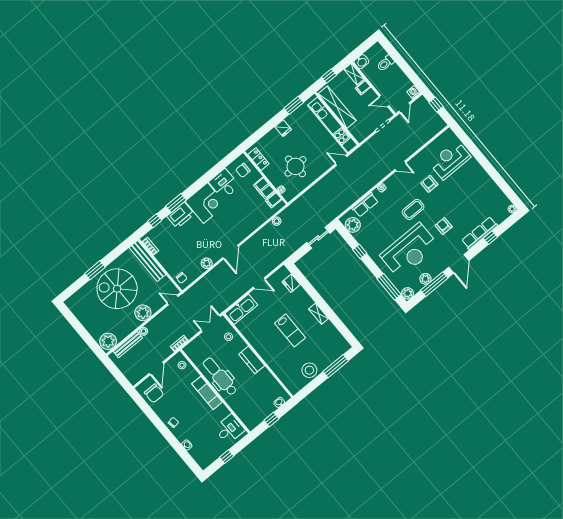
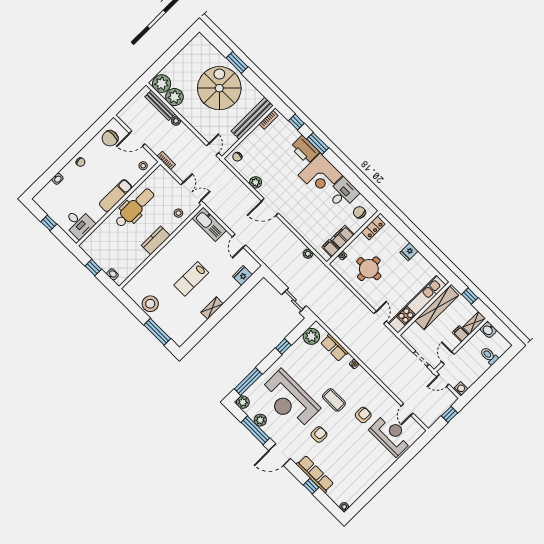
window: (294, 105) -> (435, 261), removed
door: (400, 166) -> (407, 409), moved
plant: (143, 313) -> (174, 97), moved

